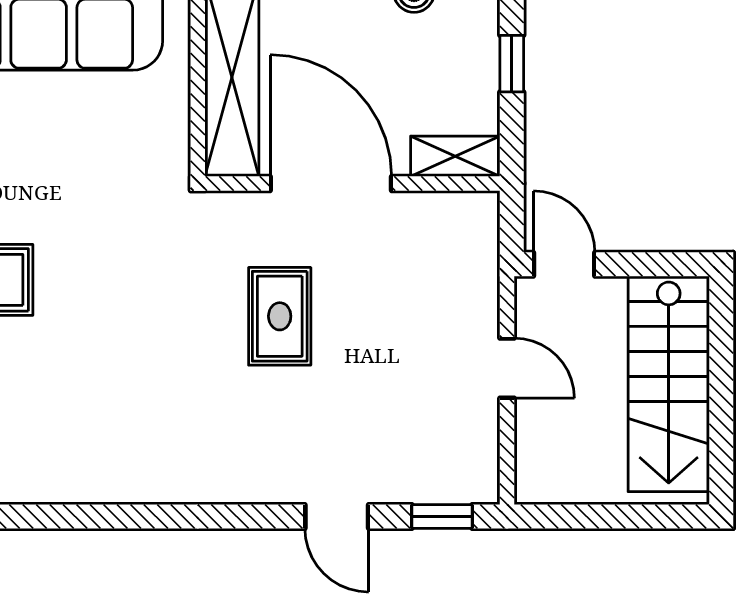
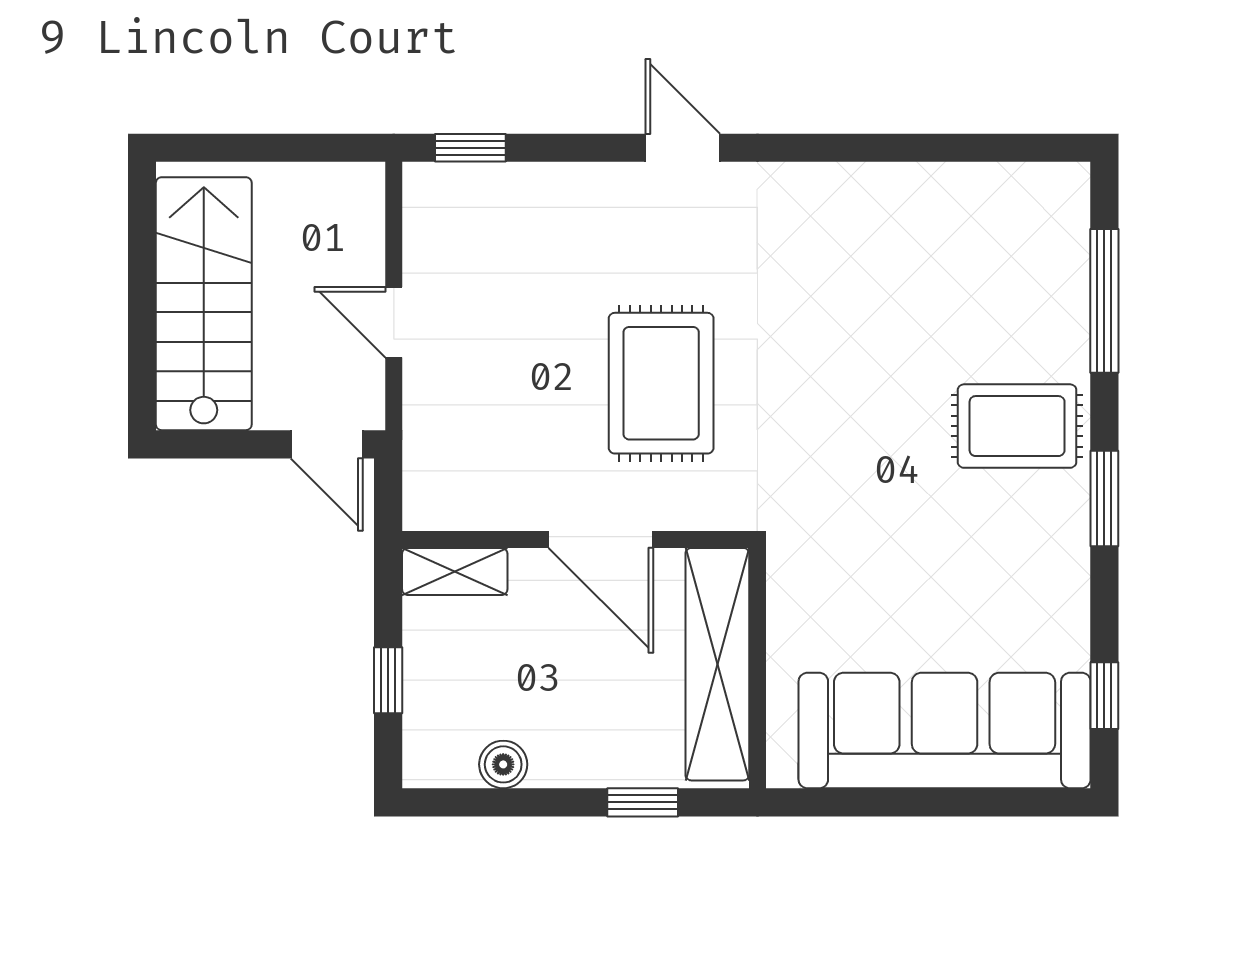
door: (331, 183) -> (601, 539), width x0.73
rug: (280, 316) -> (661, 383), width x1.36, depth x1.43
door: (337, 517) -> (683, 148), moved

